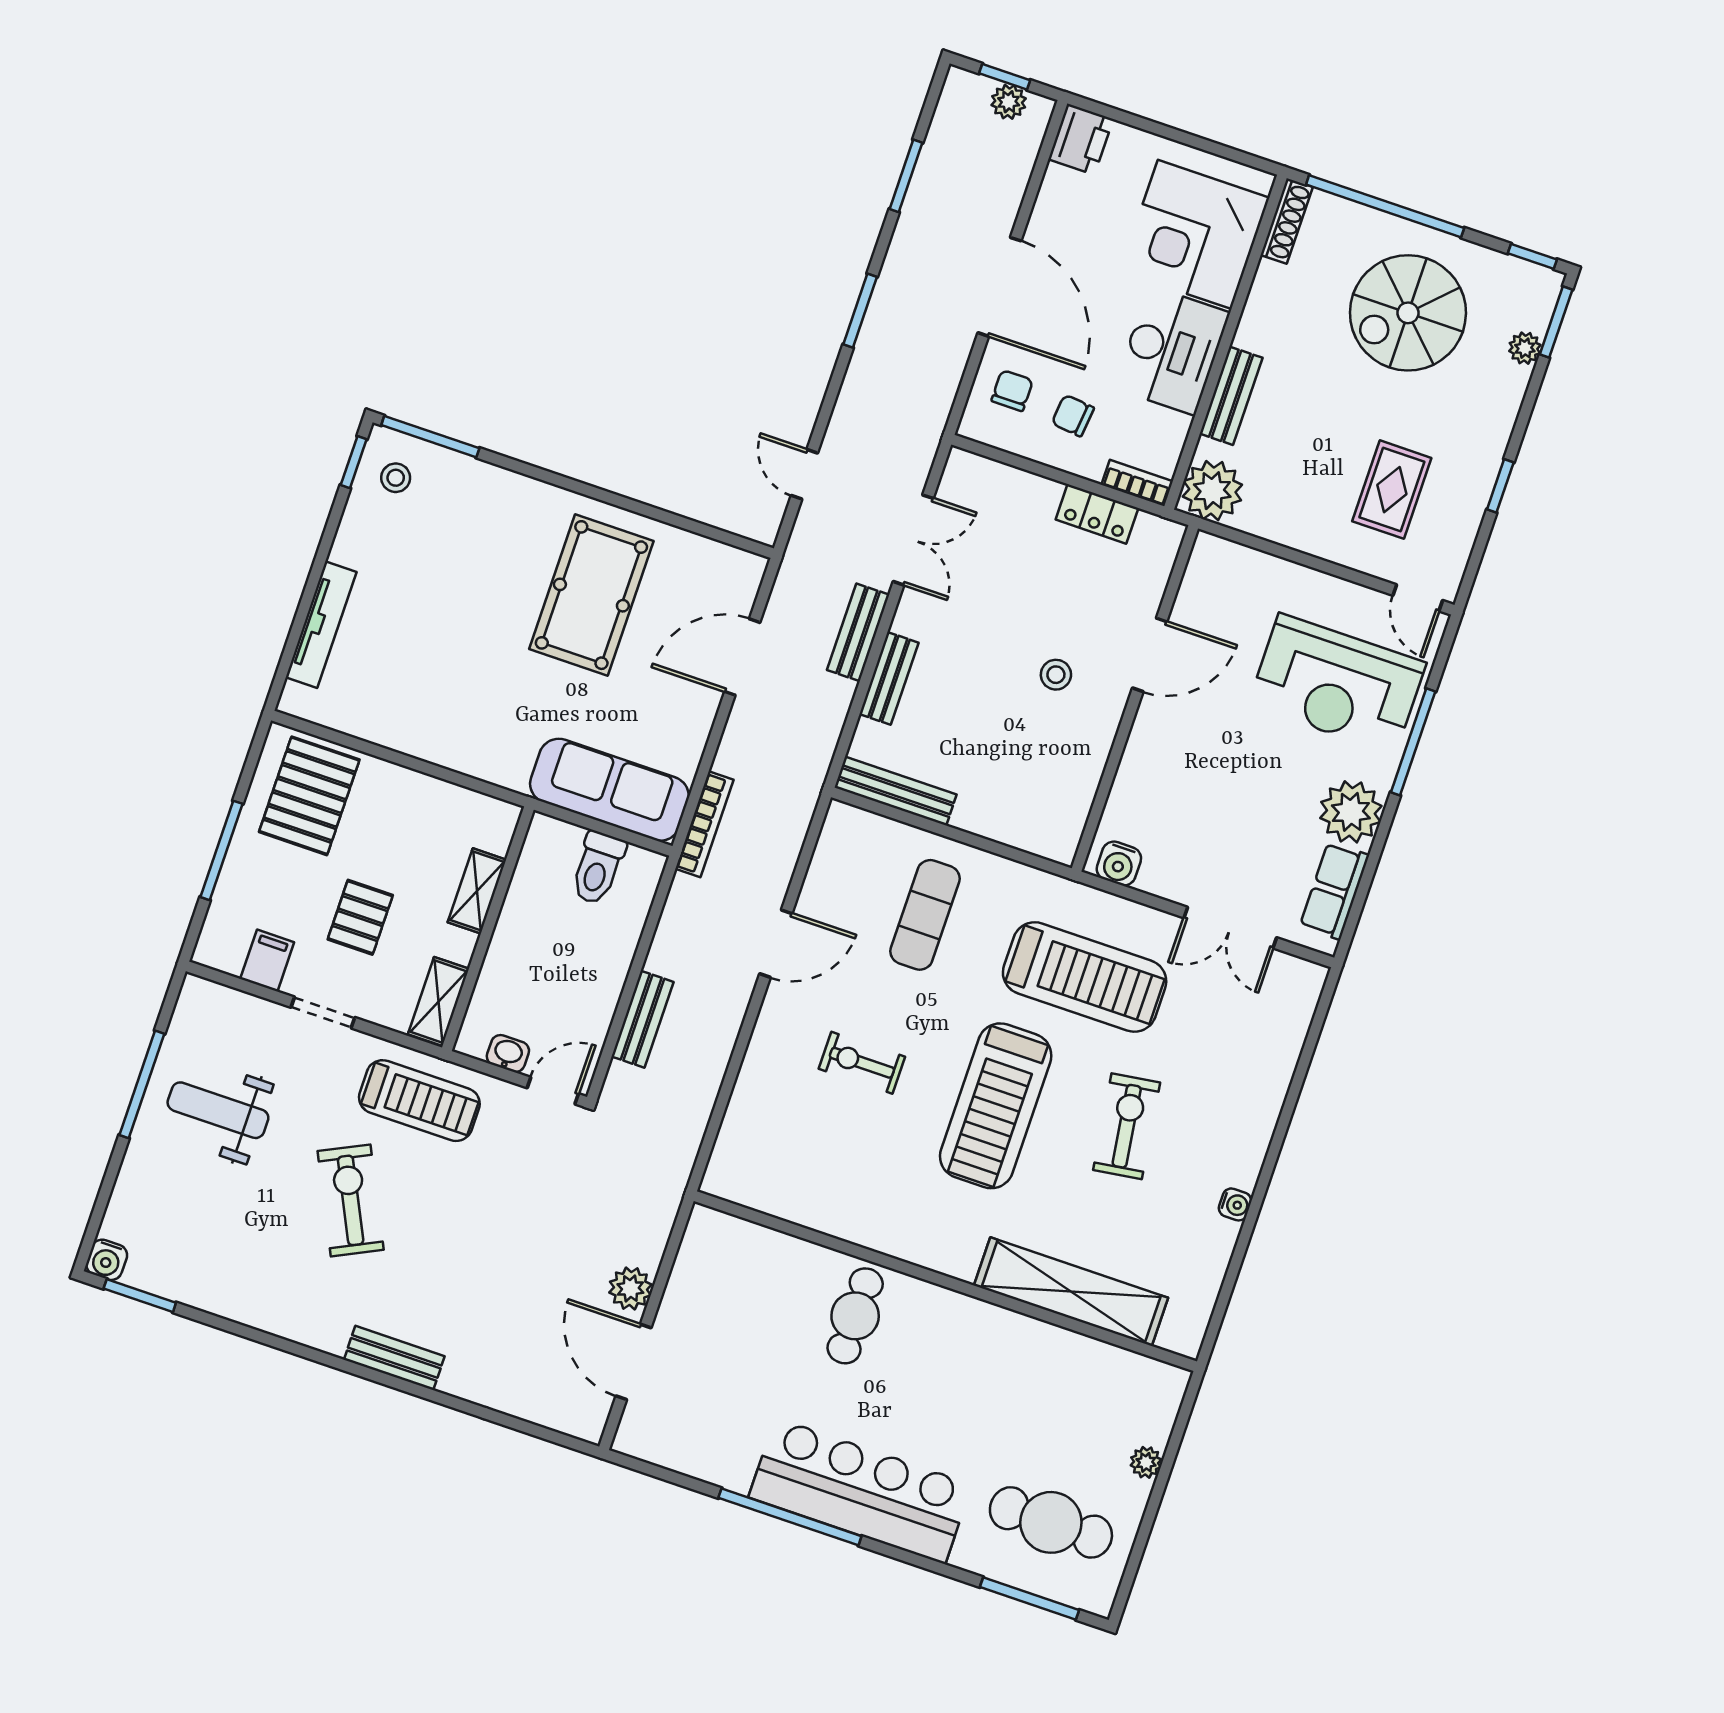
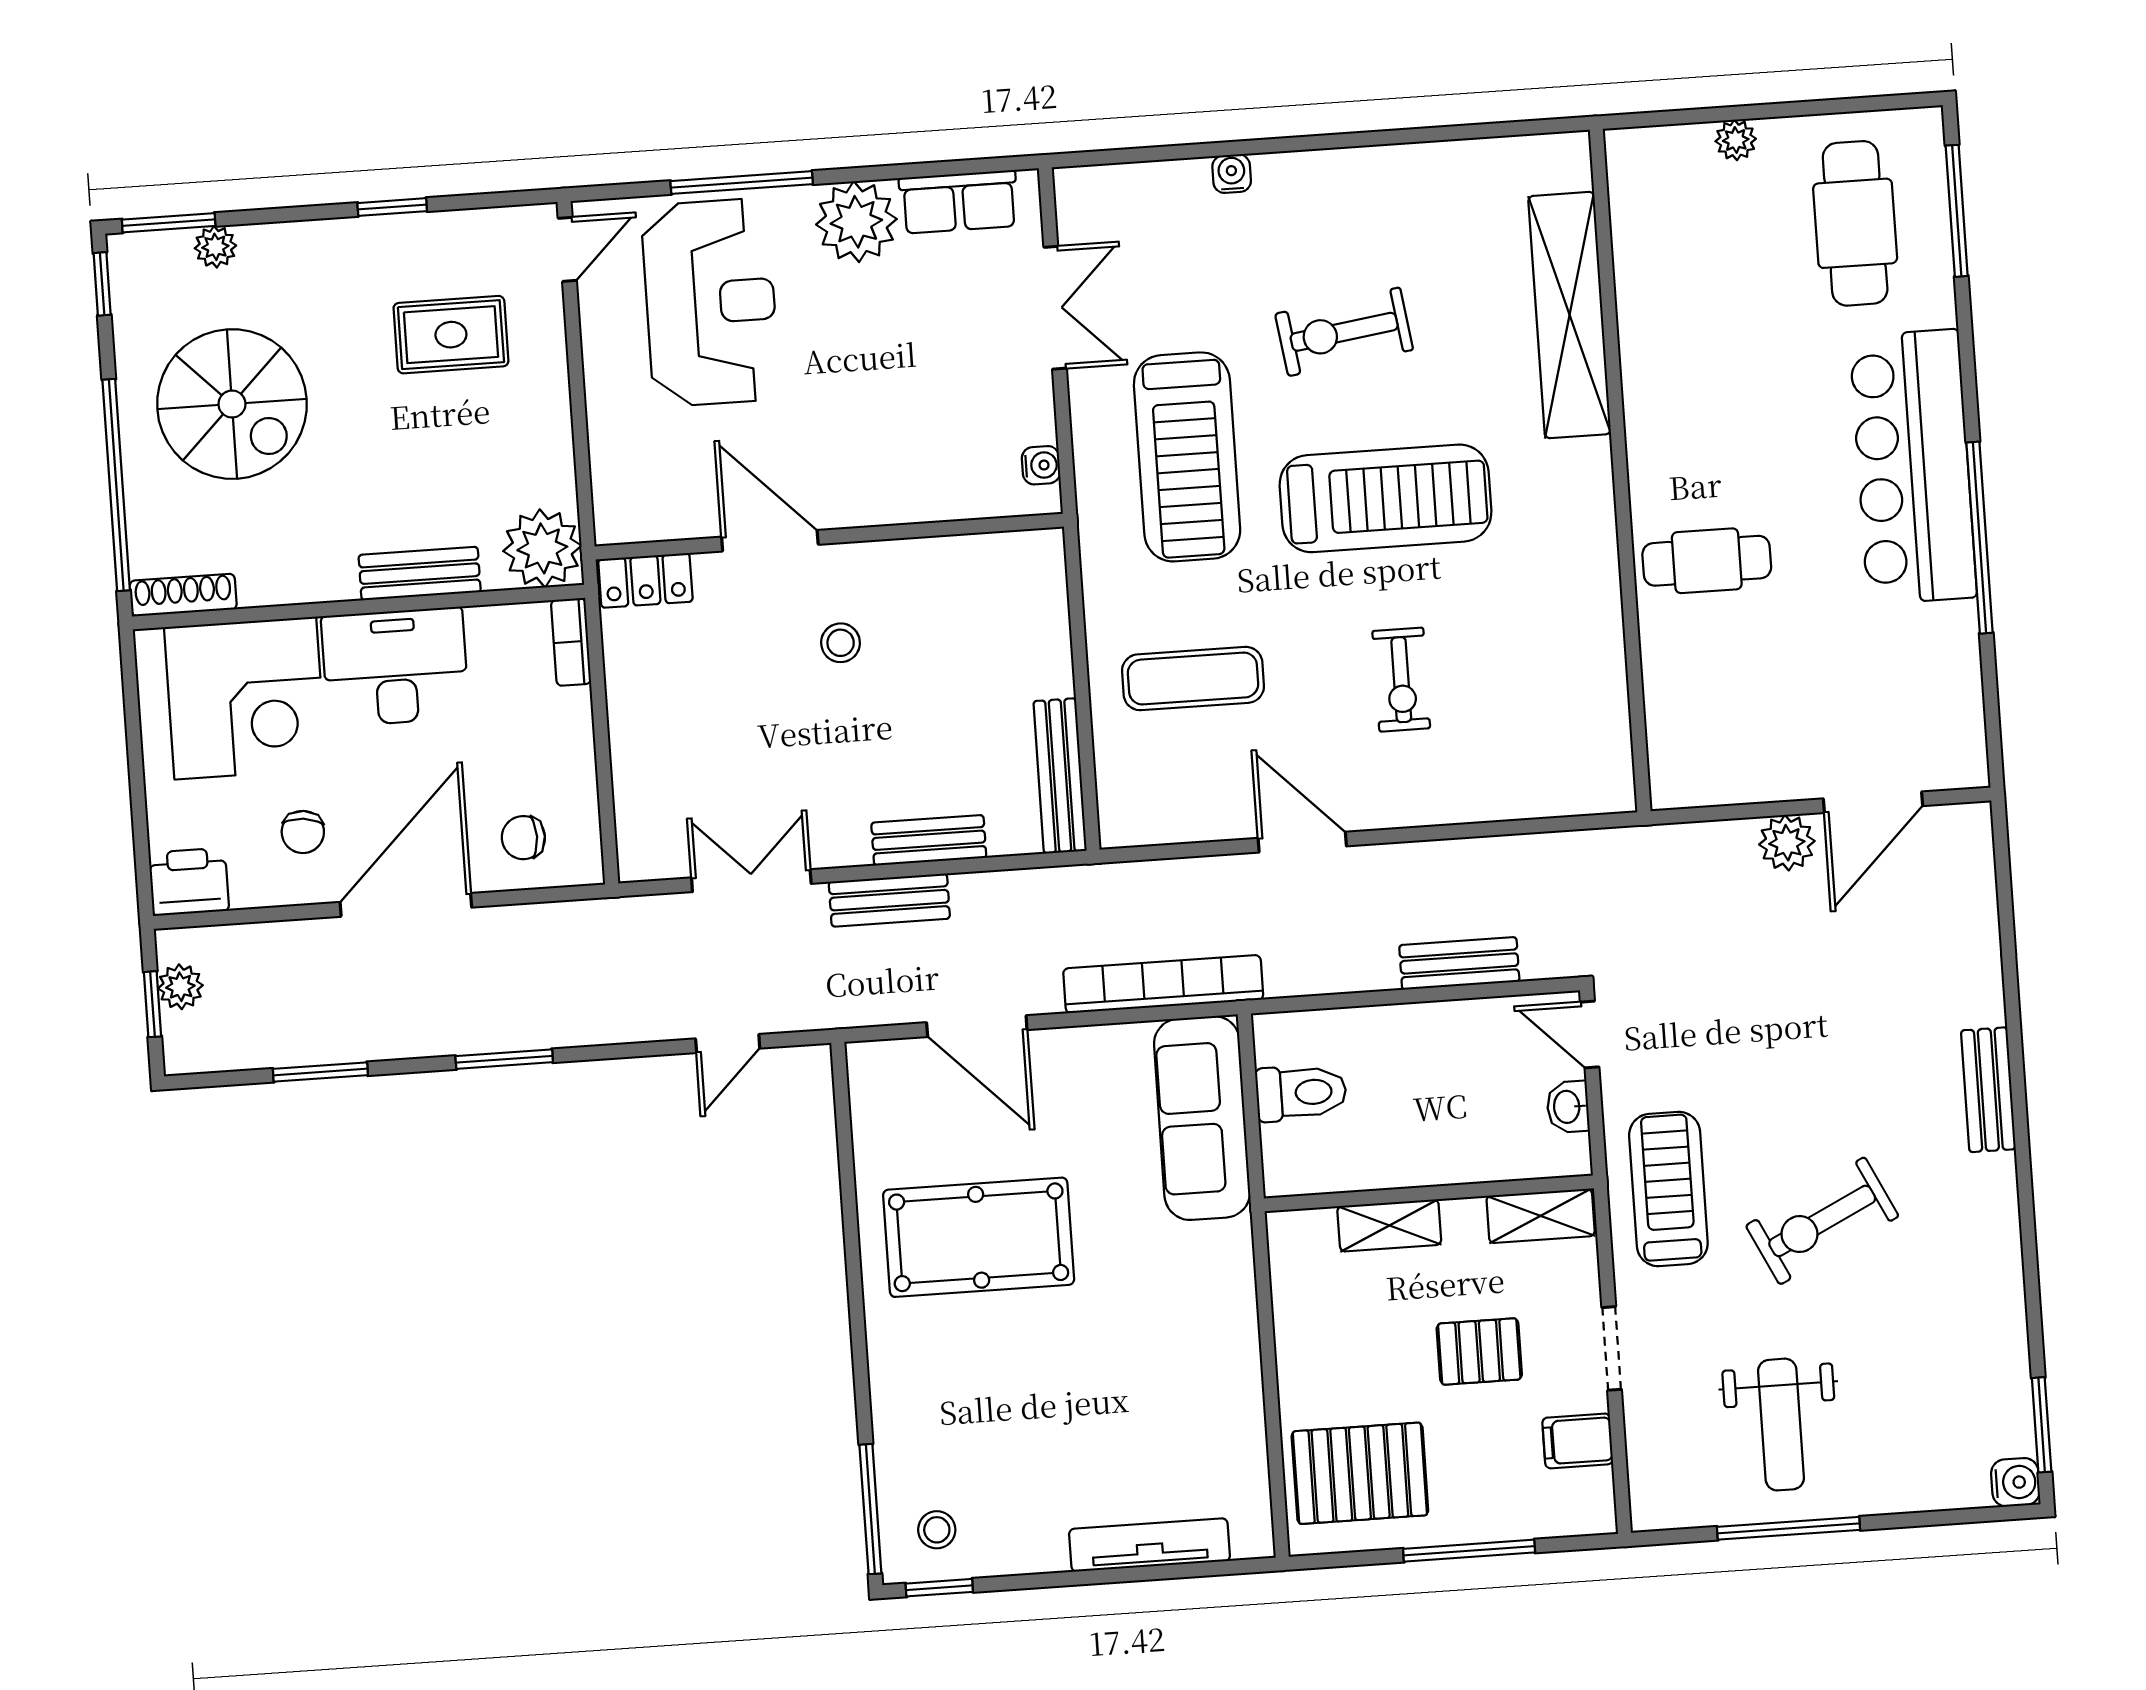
chair: (1073, 416) -> (303, 832), moved
locker: (1097, 514) -> (645, 580), moved, turned 90
bookcase: (704, 824) -> (1163, 984), width x1.48, depth x1.31
water cooler: (1119, 864) -> (1041, 465), width x0.72, depth x0.72
treadmill: (1085, 977) -> (1187, 457), turned 180
water cooler: (1235, 1204) -> (1232, 174), moved

